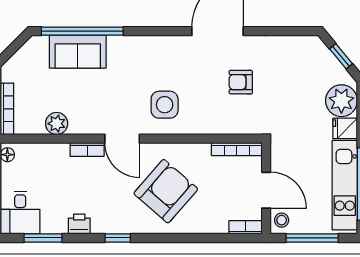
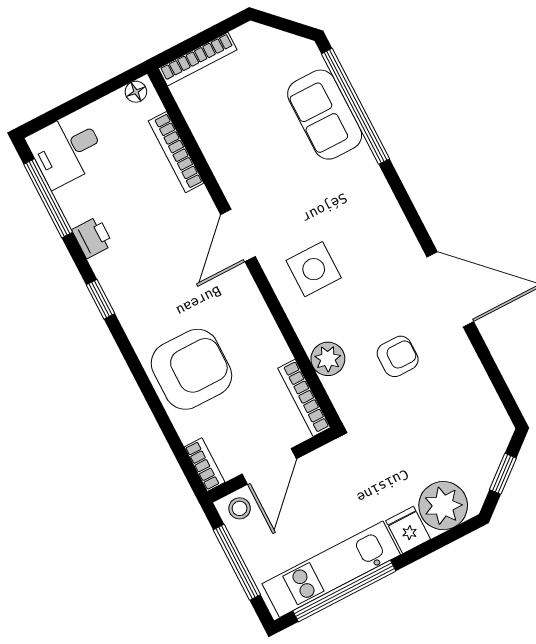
armchair: (241, 82) -> (398, 356), turned 90
plant: (57, 124) -> (328, 359), moved
bookcase: (87, 150) -> (176, 152), moved, width x1.56
armchair: (166, 191) -> (191, 369), moved, turned -41
window: (43, 238) -> (48, 198), width x1.44

